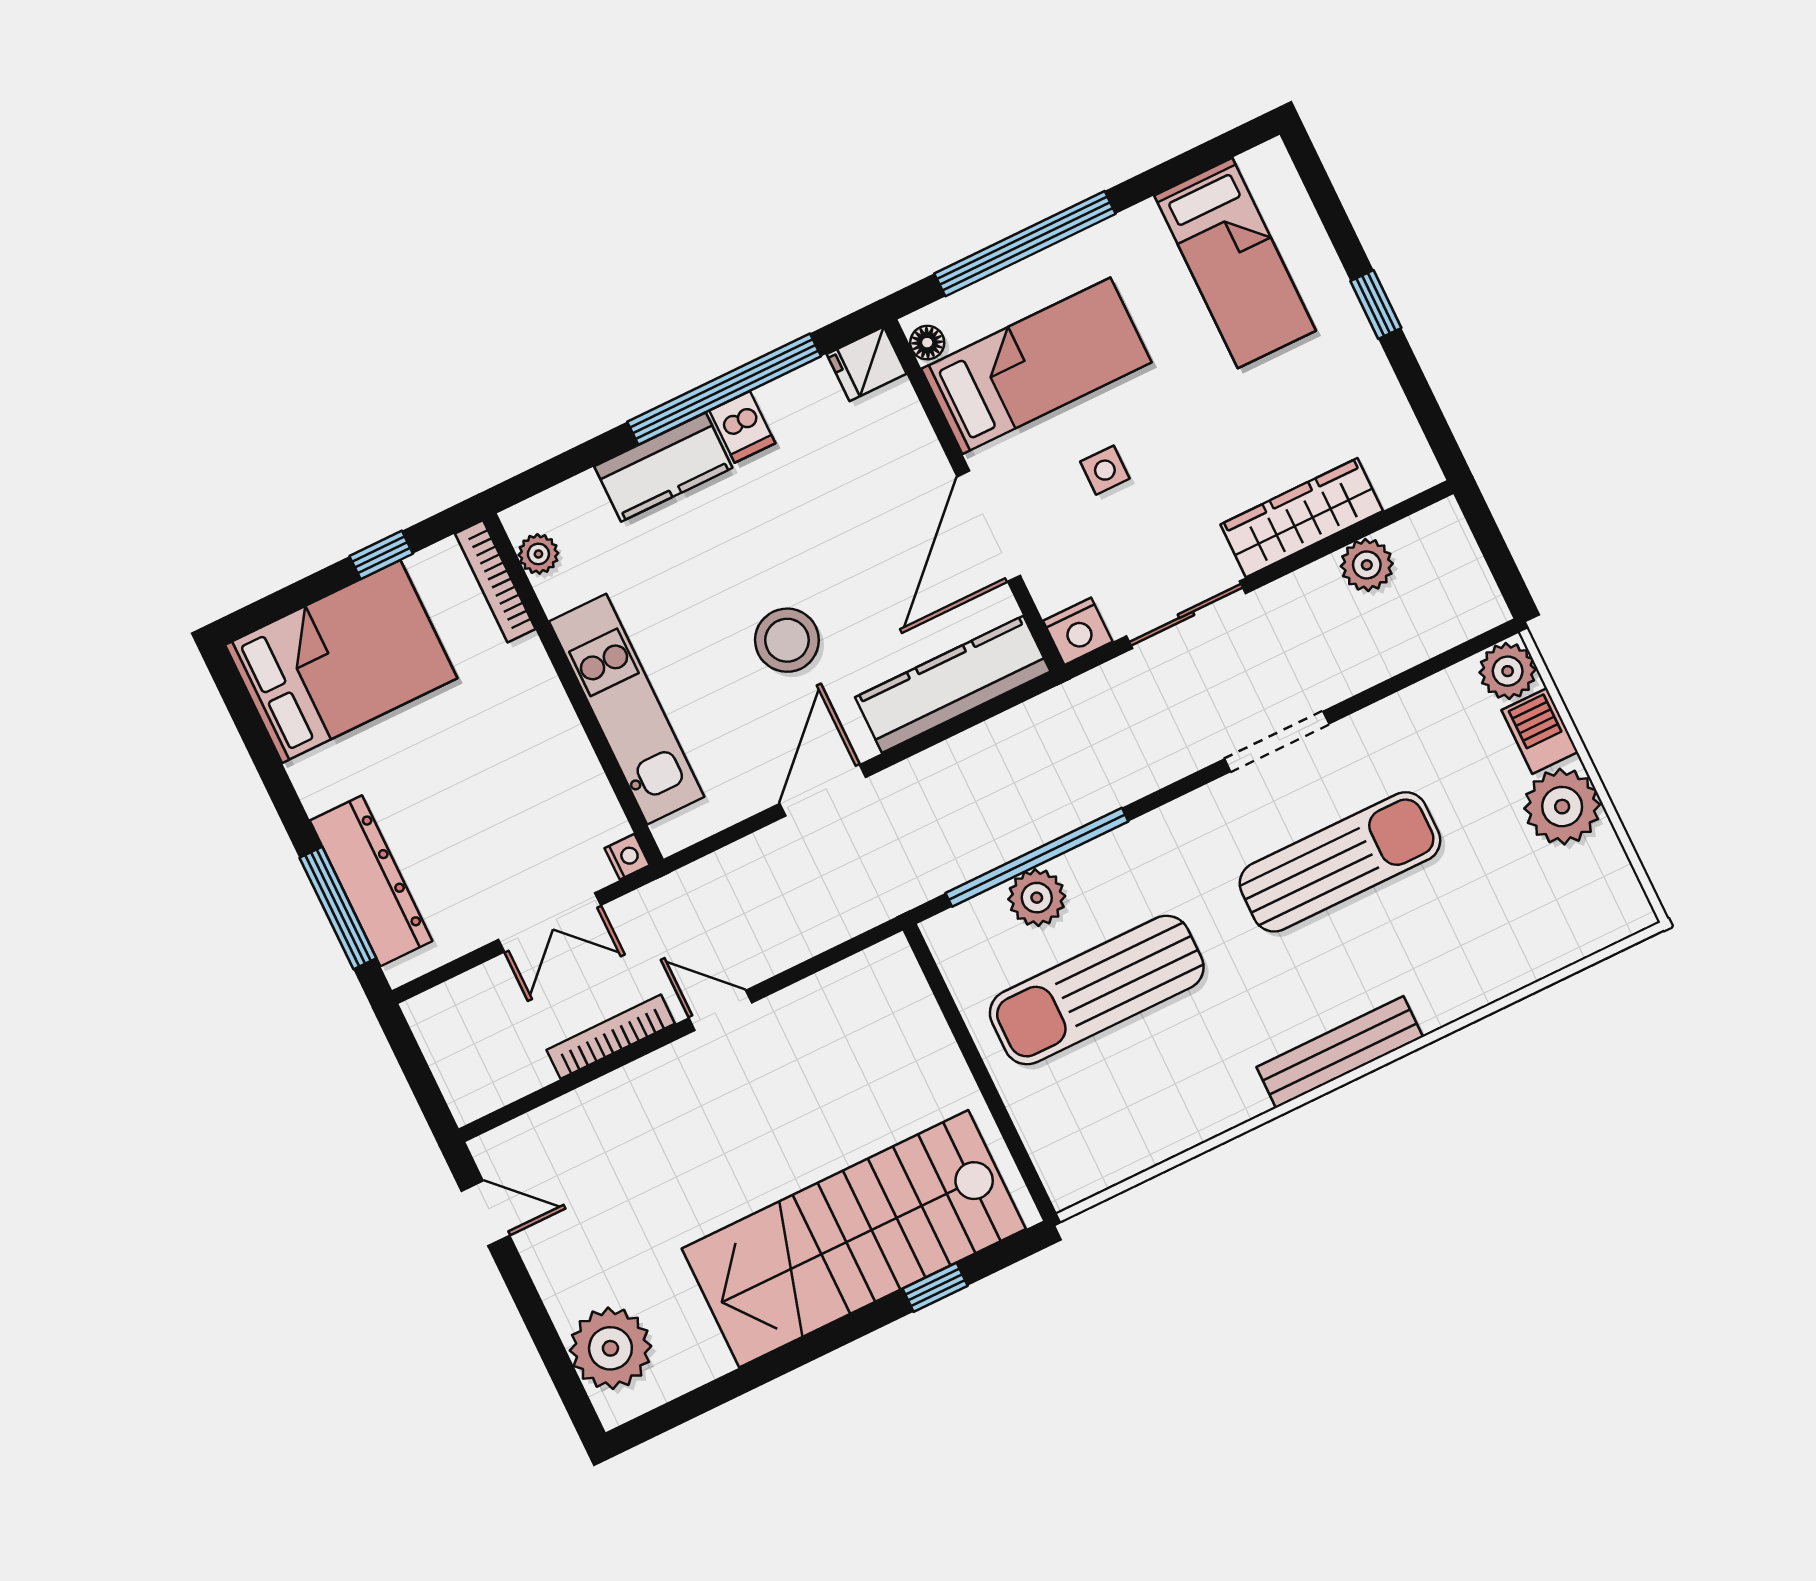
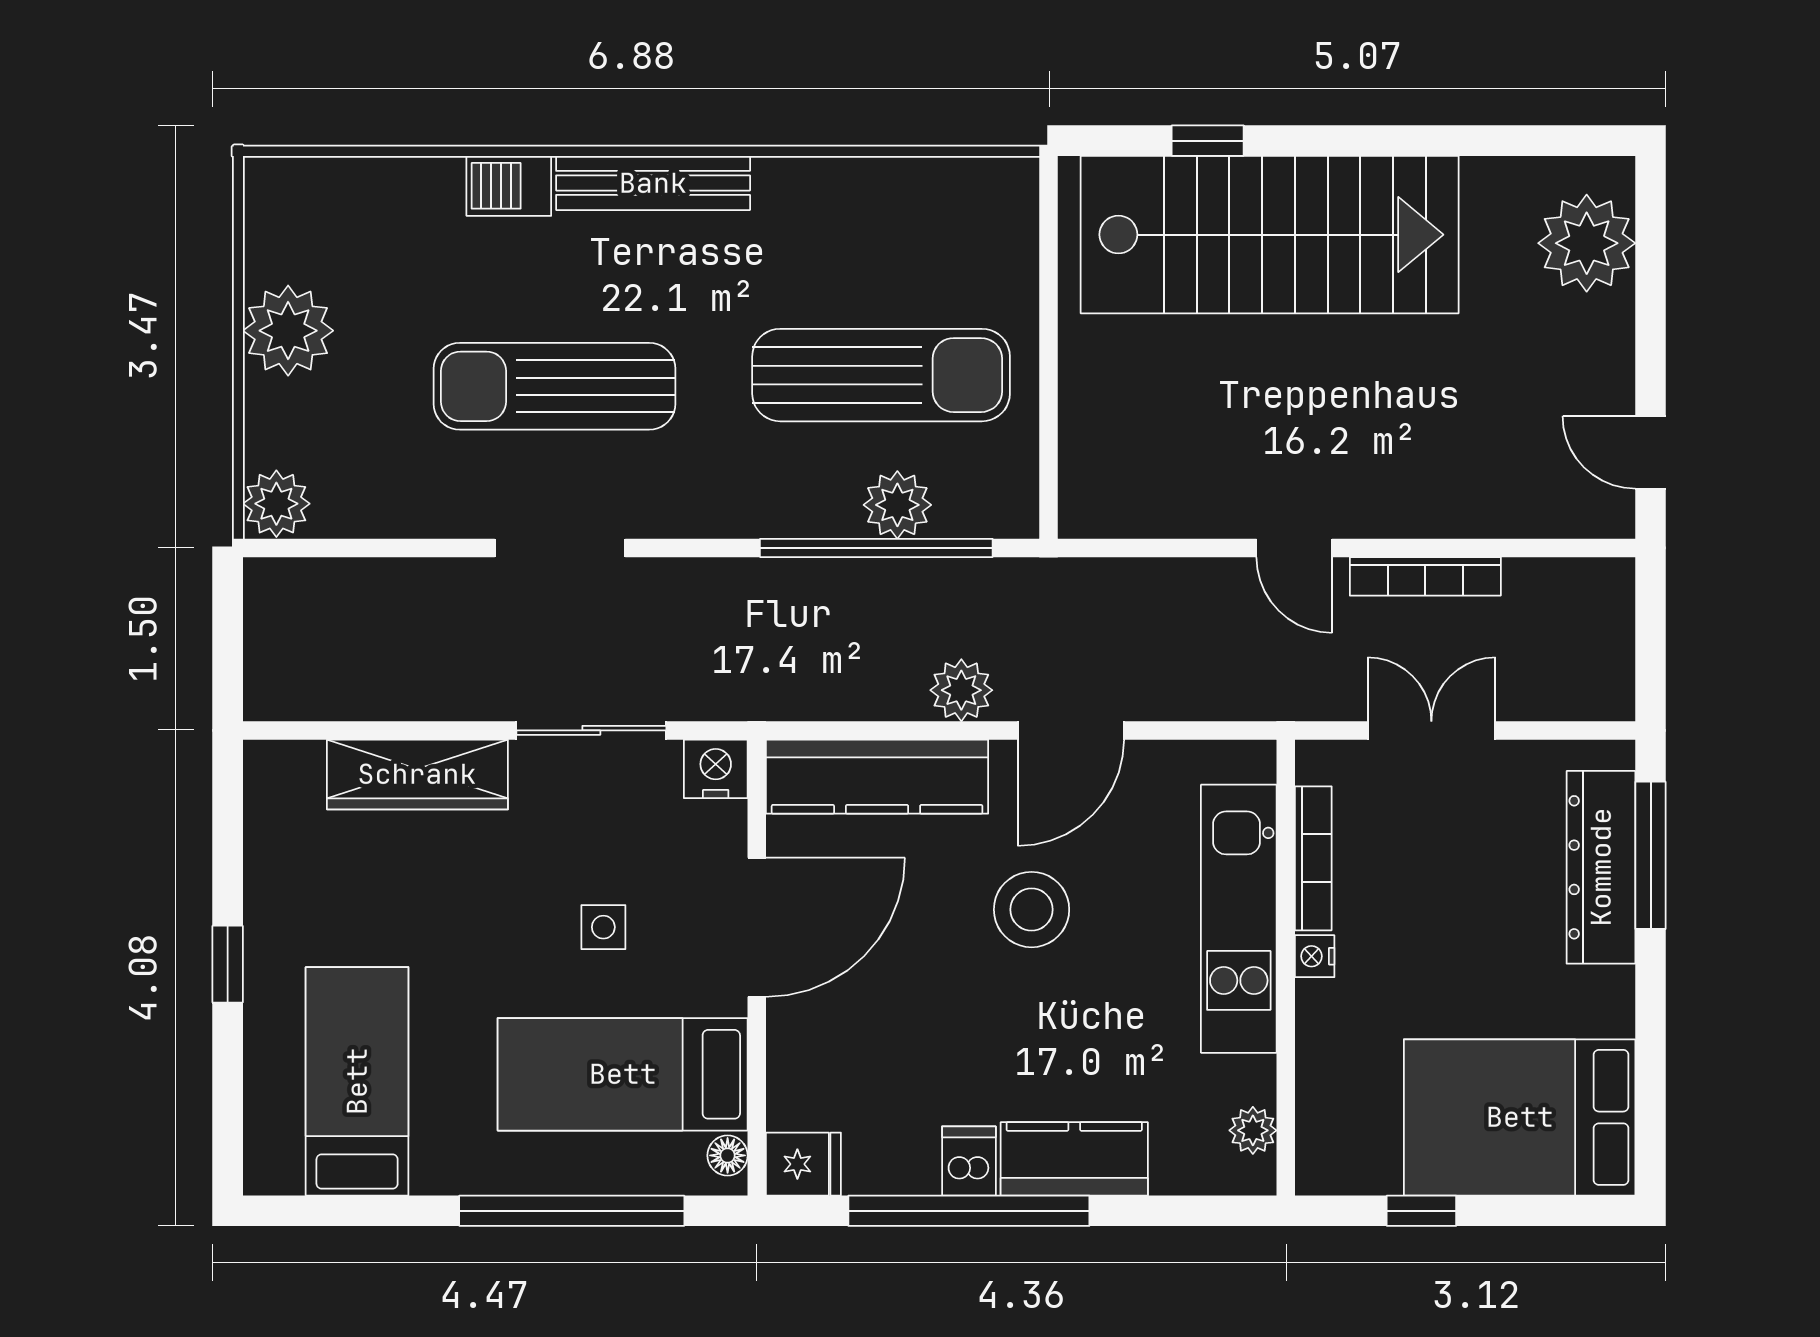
plant: (1367, 565) -> (961, 690), moved
bookcase: (495, 581) -> (1313, 858), moved
barbecue: (1540, 731) -> (509, 186), moved, turned 90
nightstand: (627, 857) -> (1315, 956), moved

